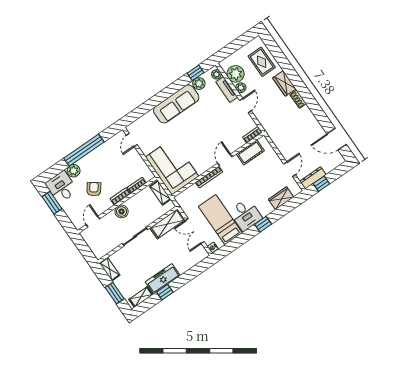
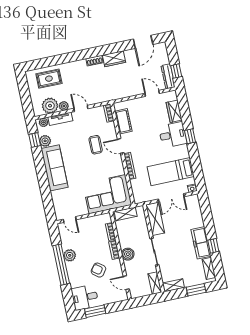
wardrobe: (284, 83) -> (114, 59), moved
coffee table: (216, 135) -> (96, 145), added
plant: (74, 171) -> (70, 255), moved
desk: (246, 215) -> (173, 135), moved
shelving: (104, 250) -> (155, 283), added

